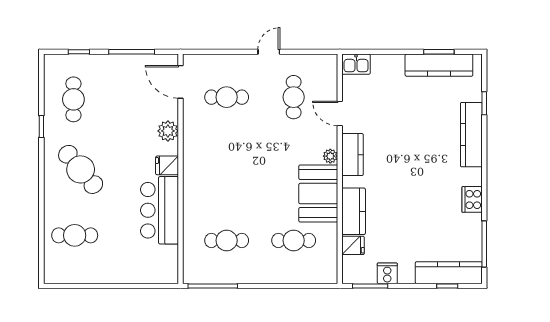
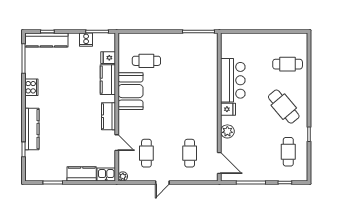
kitchen counter: (439, 65) -> (82, 174), moved, width x0.67
cafe table: (227, 97) -> (190, 153), turned 90
plant: (330, 156) -> (123, 176), moved
cafe table: (227, 240) -> (190, 61), removed

